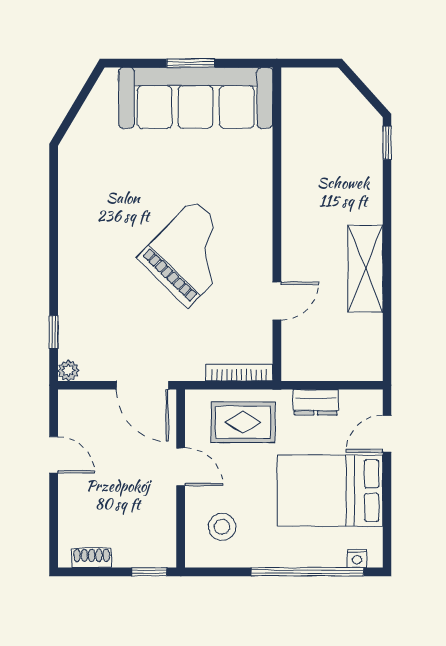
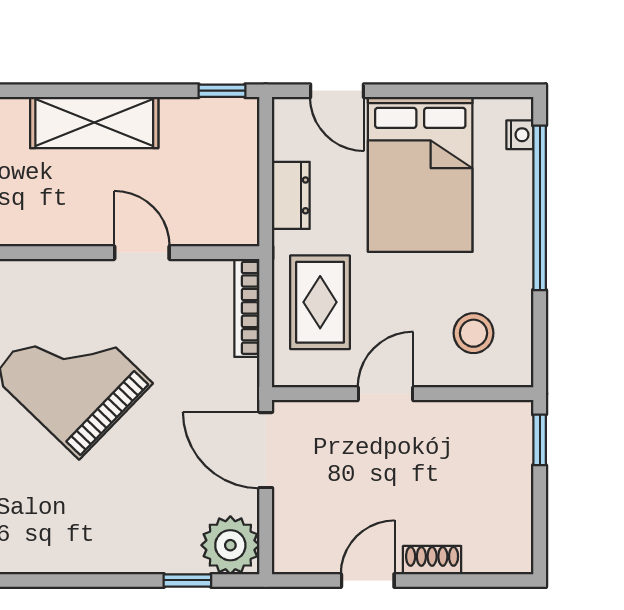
window: (387, 355) -> (222, 91), added
plant: (68, 370) -> (230, 545), width x1.87, depth x1.87
door: (142, 385) -> (266, 450), swing flipped
shoe rack: (92, 558) -> (432, 560), moved, turned 90

